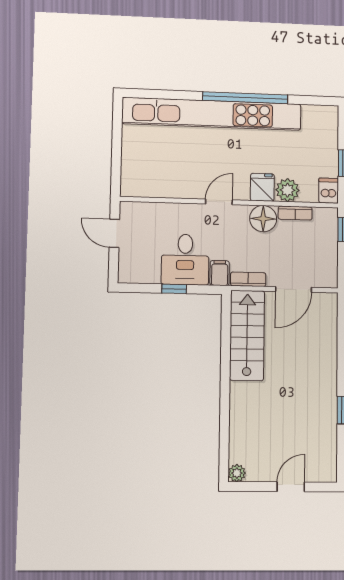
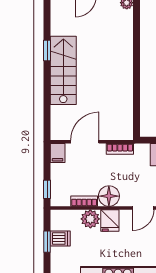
dishwasher: (329, 191) -> (60, 238), moved, turned -90
filing cabinet: (220, 273) -> (58, 153), moved
stairs: (247, 335) -> (63, 70), moved, turned 180

